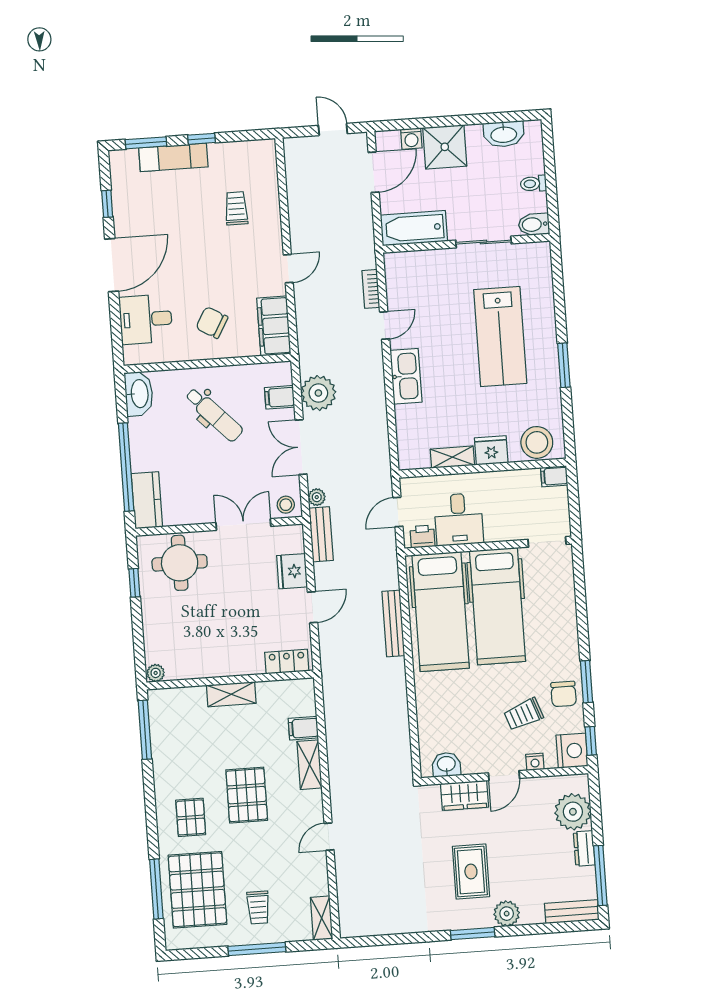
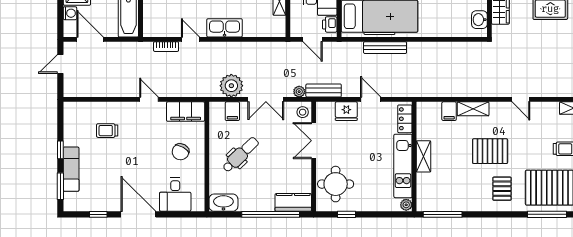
kitchen unit: (215, 664) -> (403, 166), added
pallet: (191, 817) -> (502, 189), turned 90

